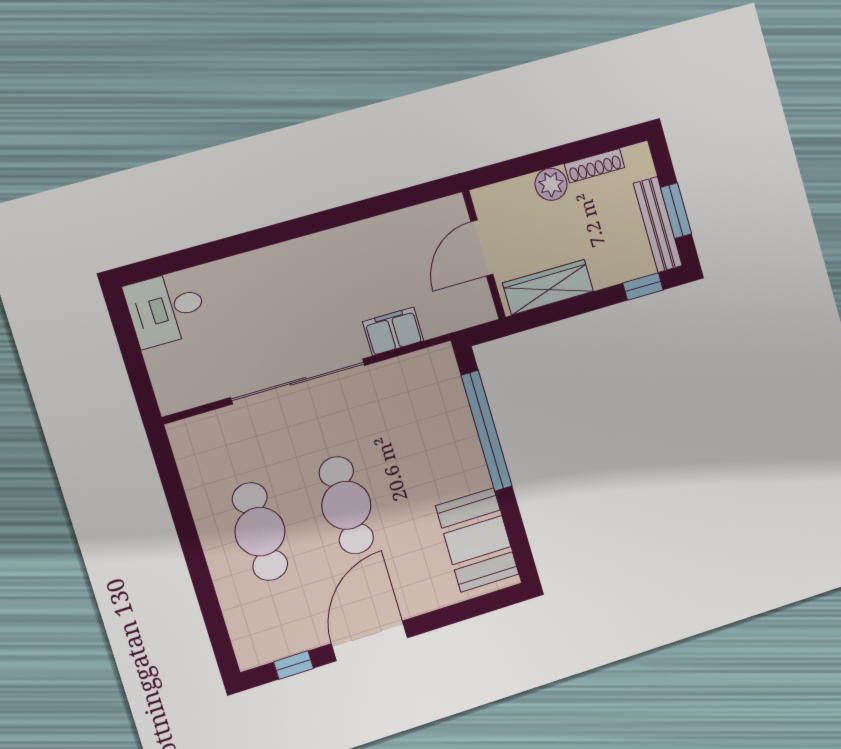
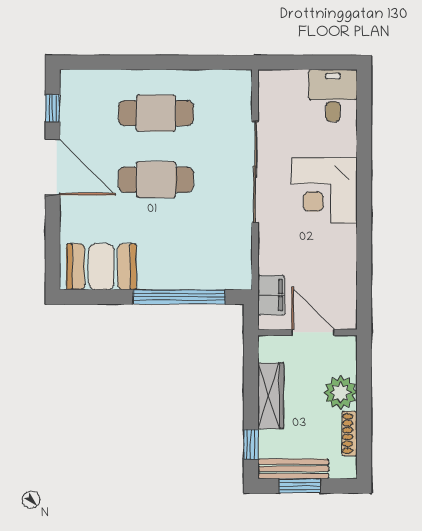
plant: (551, 184) -> (340, 393), width x1.36, depth x1.36
corner desk: (295, 285) -> (324, 190), added
wardrobe: (548, 287) -> (271, 396), moved
filing cabinet: (393, 331) -> (271, 295), moved

